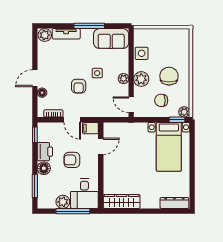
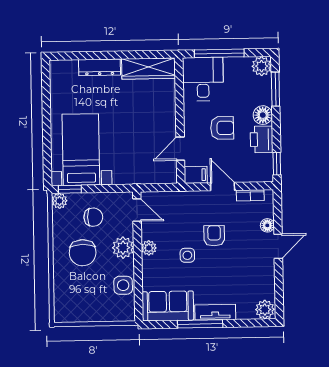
tv unit: (66, 34) -> (215, 312), moved
plant: (63, 202) -> (262, 66), moved
dresser: (174, 203) -> (100, 67), moved

